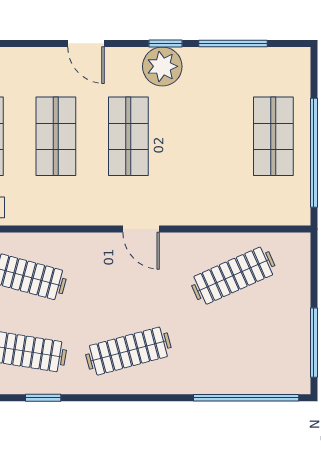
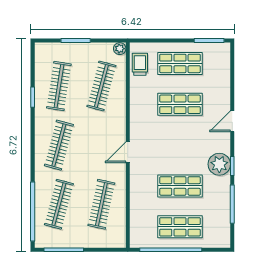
shop shelf: (128, 136) -> (180, 186), moved
clothes rail: (233, 276) -> (101, 204), turned 36
clothes rail: (128, 351) -> (59, 145), turned 30
clothes rail: (233, 351) -> (59, 204), added

